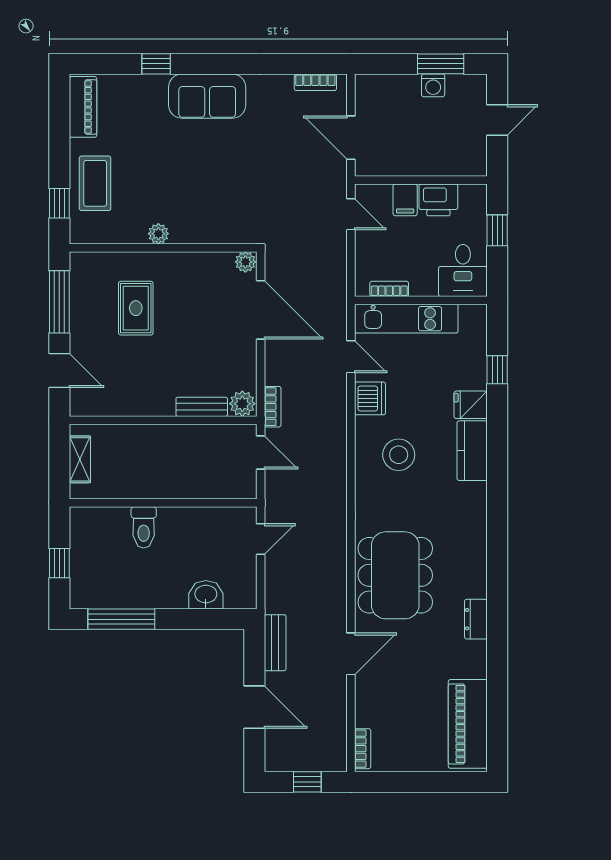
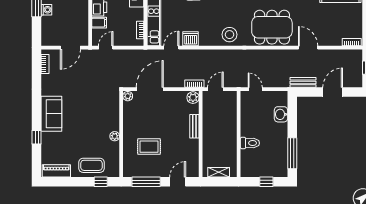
bench: (202, 407) -> (194, 126), moved
stool: (399, 455) -> (229, 35), moved

